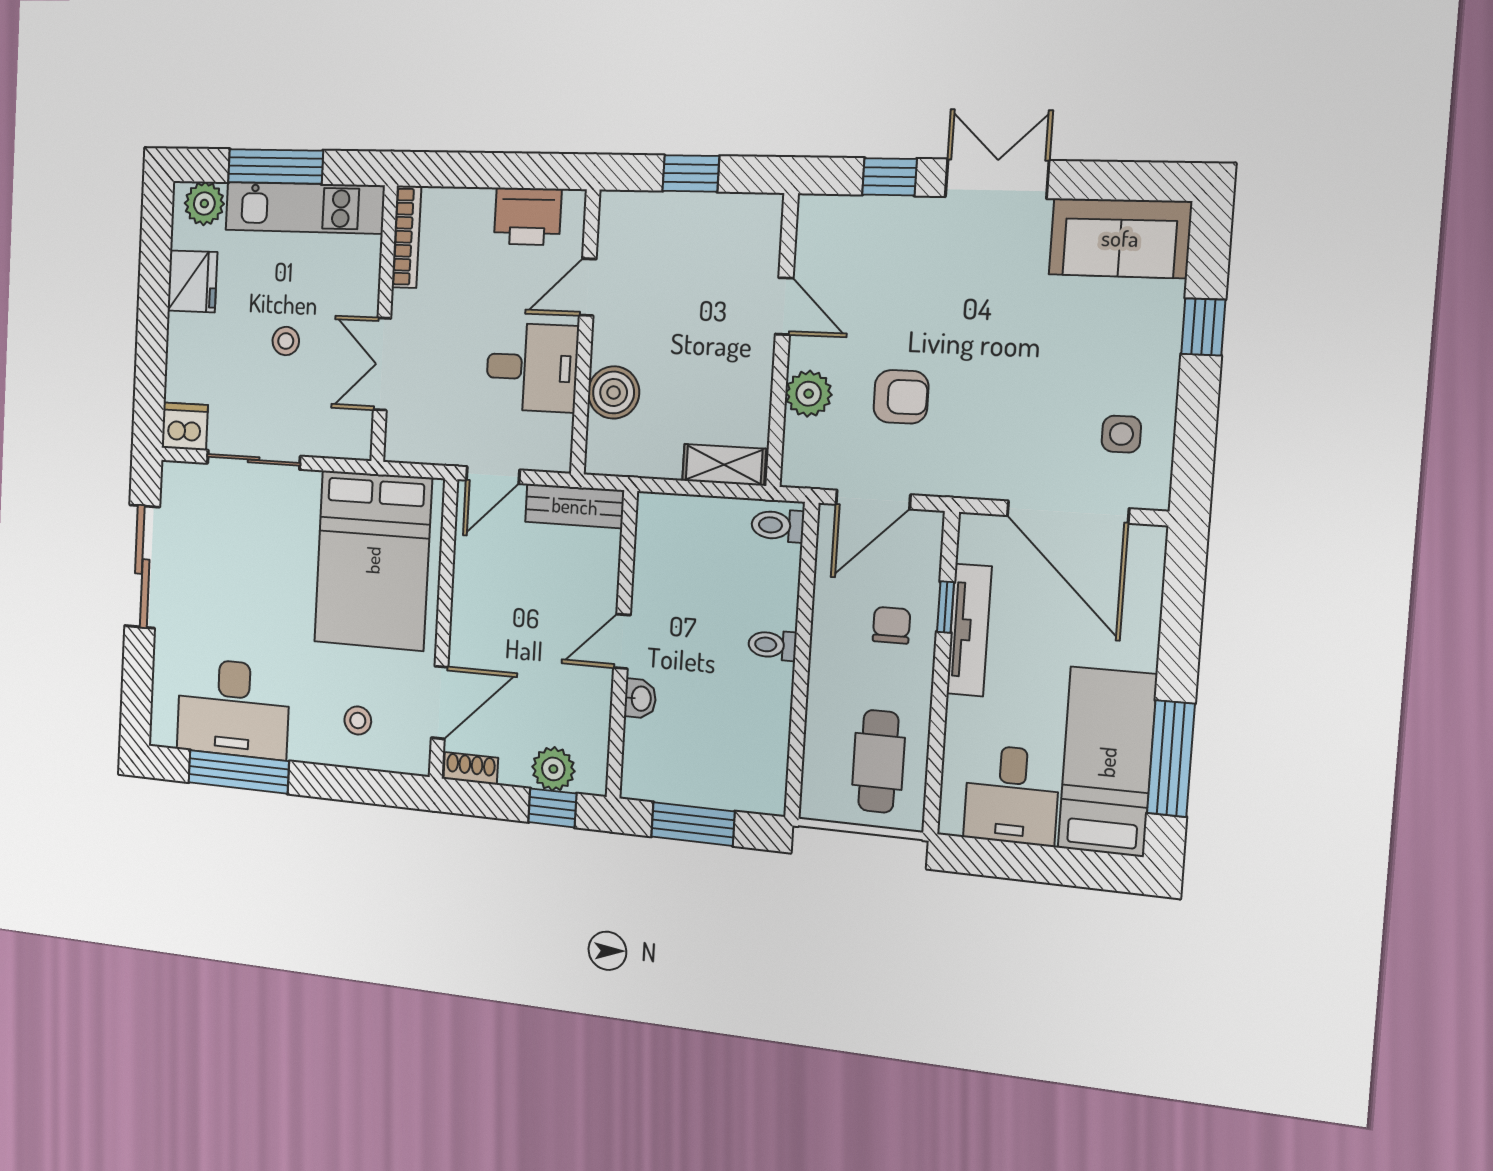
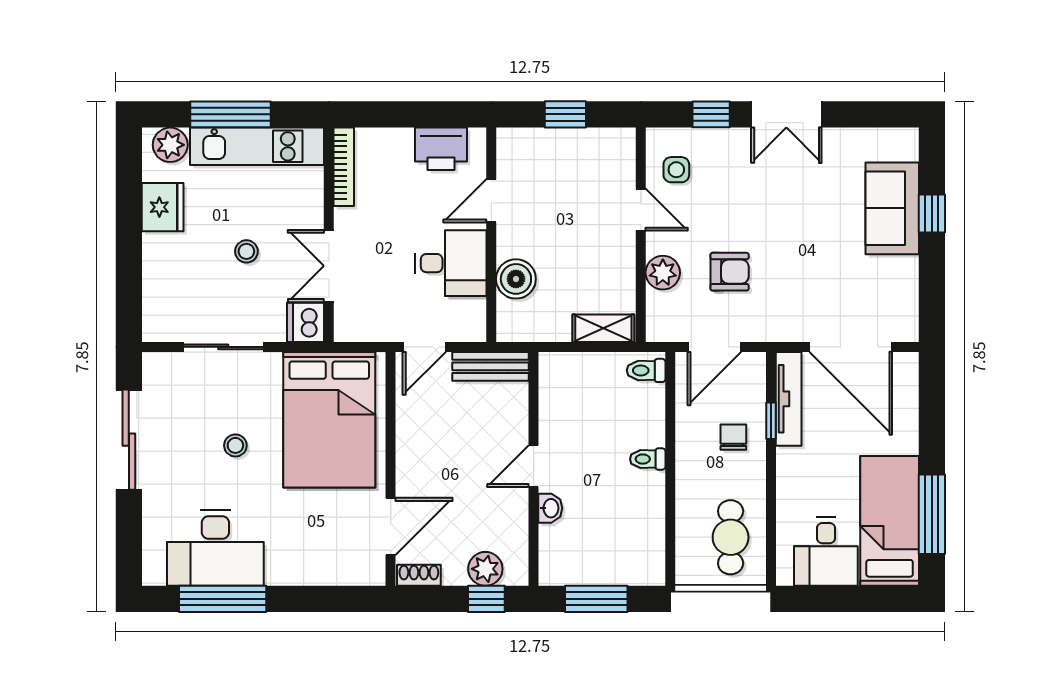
double door: (997, 179) -> (786, 114), swing flipped
sofa: (1120, 238) -> (892, 208), moved, turned 90
dishwasher: (185, 426) -> (306, 322), moved, turned -90
side table: (1121, 434) -> (676, 170), moved
tv unit: (969, 630) -> (789, 399), moved
stool: (358, 721) -> (235, 445), moved

